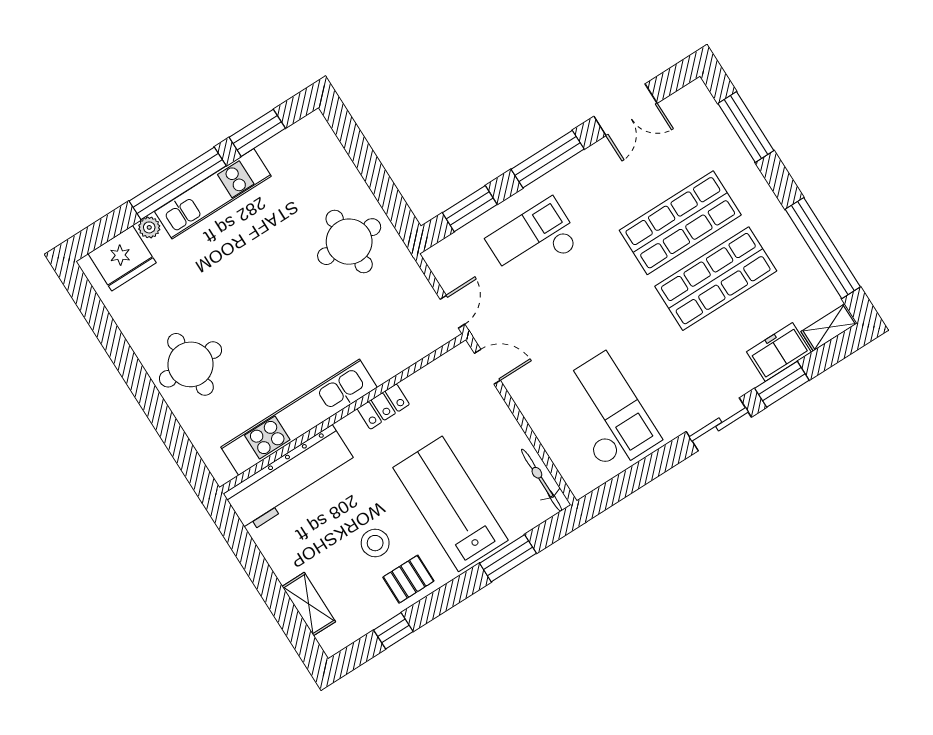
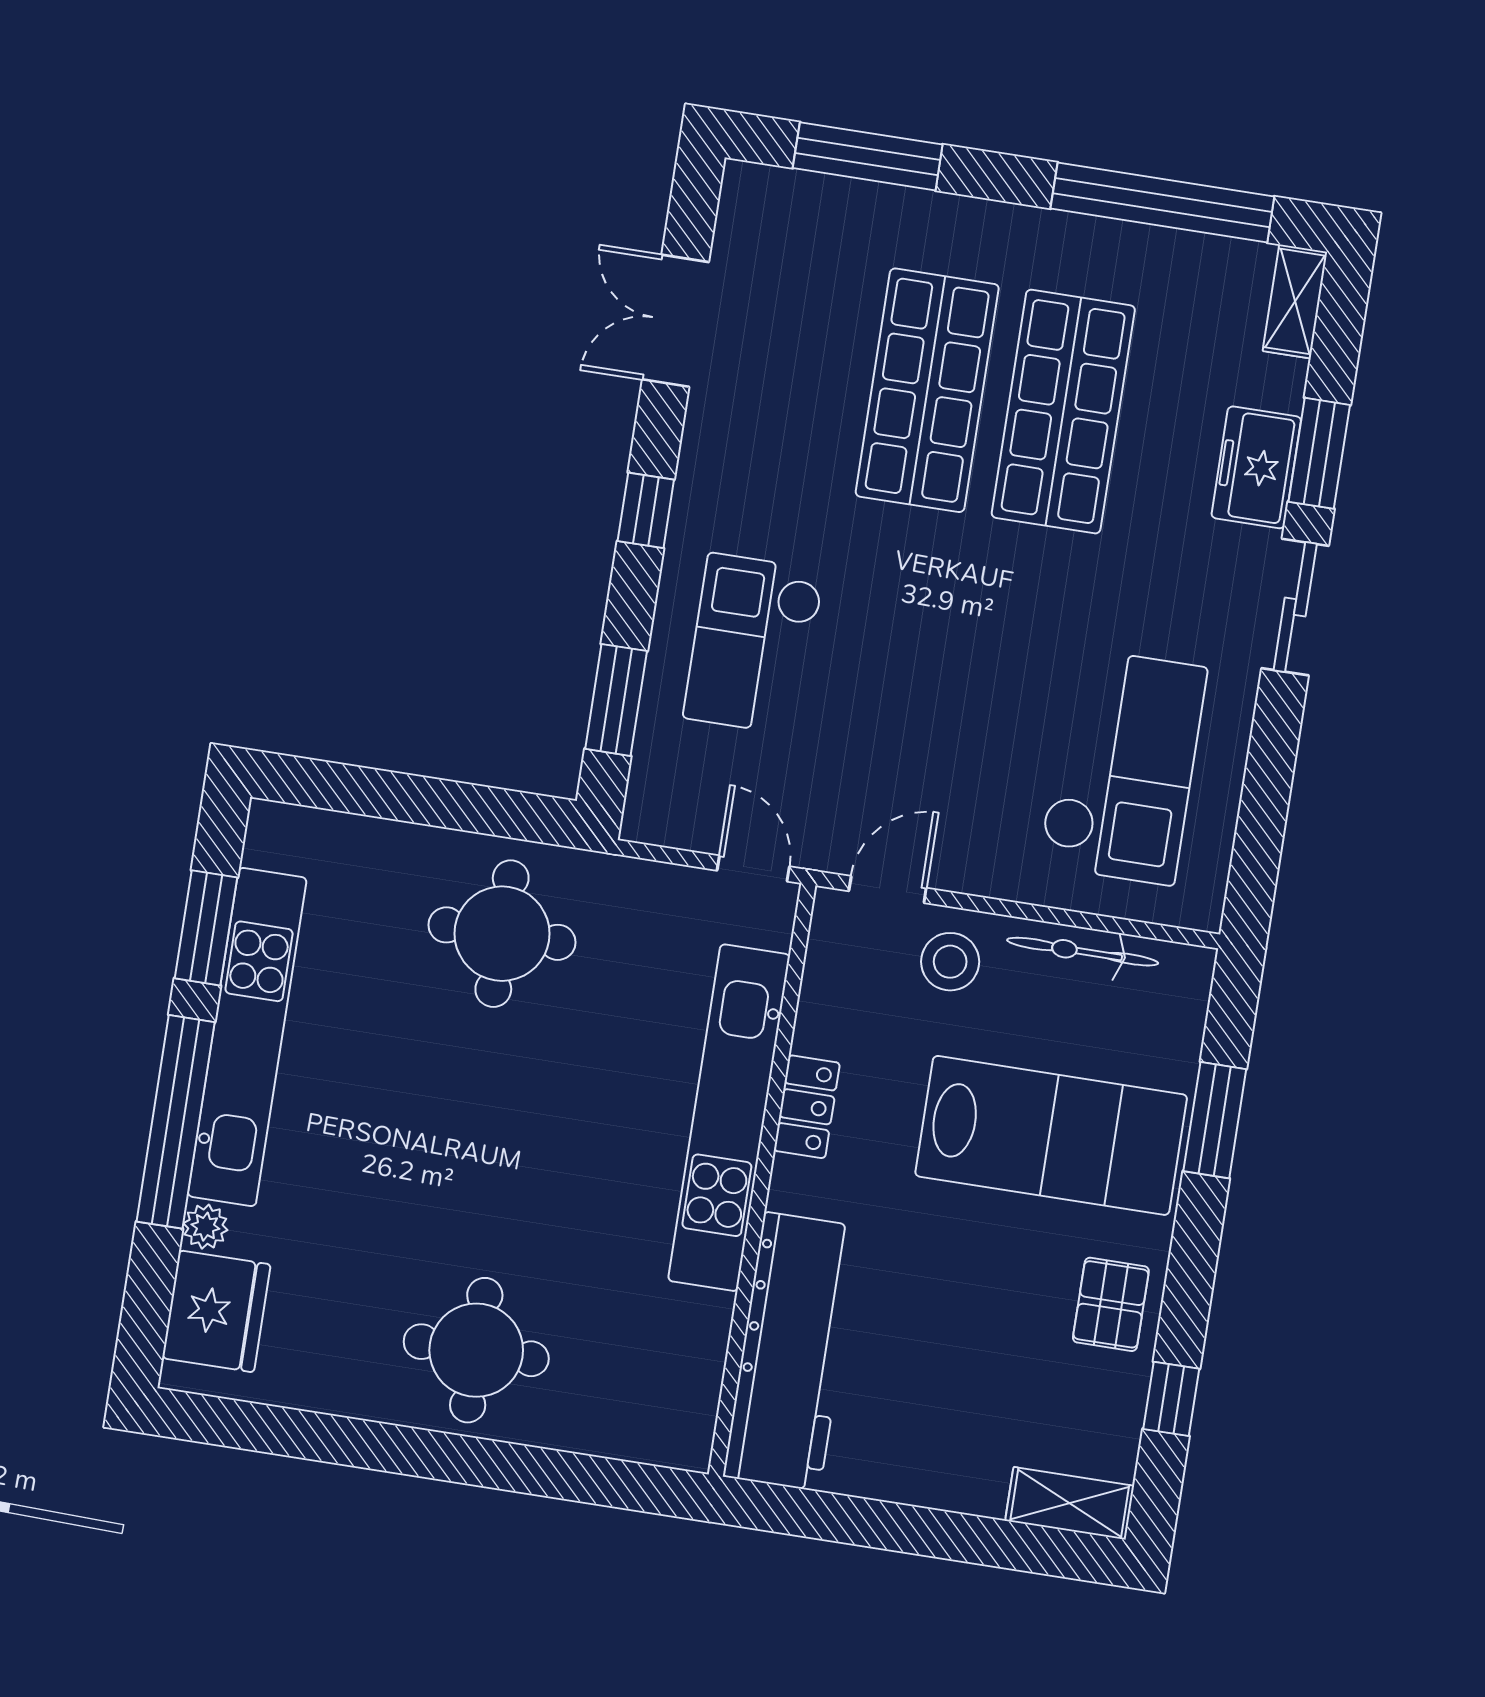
double door: (626, 110) -> (675, 321), swing flipped
window: (548, 159) -> (646, 510), width x0.46
kitchen unit: (213, 194) -> (247, 1037), width x1.36
freezer: (779, 352) -> (1256, 467), moved
checkout: (606, 413) -> (1123, 766), turned 90
kitchen unit: (299, 417) -> (729, 1118), moved
bicycle: (542, 480) -> (1083, 952), moved
lab bench: (450, 504) -> (1051, 1135), turned 180
stool: (375, 543) -> (950, 962), moved
shelving: (309, 604) -> (1070, 1503), moved

